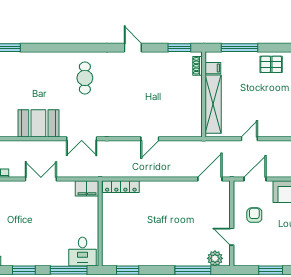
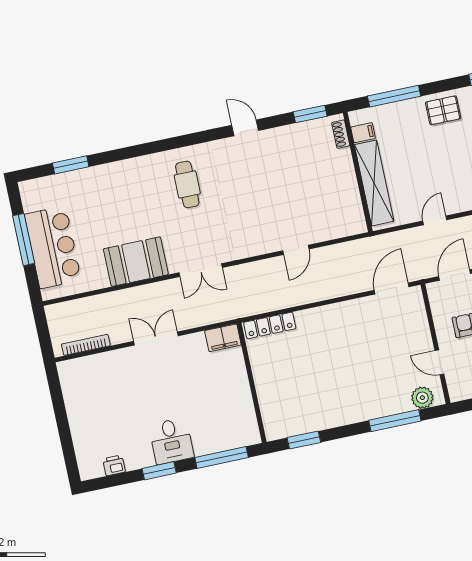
desk: (83, 252) -> (171, 441), moved

